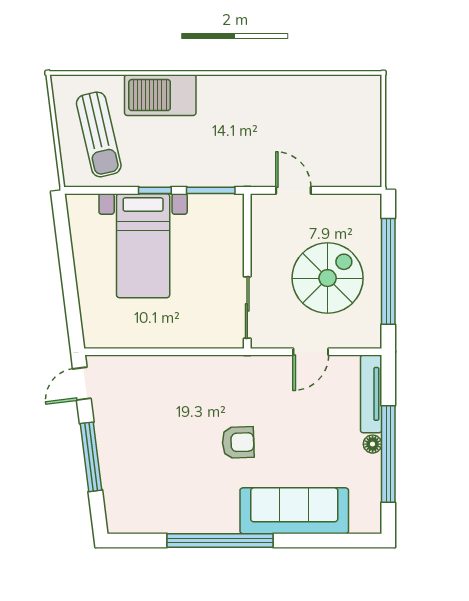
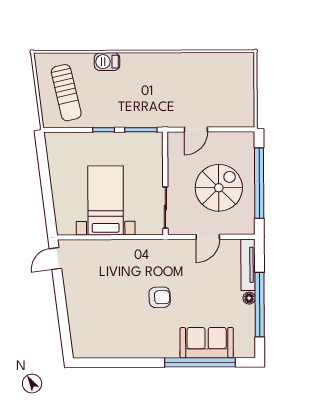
barbecue: (160, 95) -> (107, 62), width x0.53, depth x0.65
door: (293, 190) -> (196, 130), swing flipped
bed with nightstands: (143, 246) -> (106, 200), moved, turned 180
window: (91, 457) -> (62, 307), removed
sofa: (294, 511) -> (207, 343), width x0.73
window: (220, 540) -> (200, 362), moved

